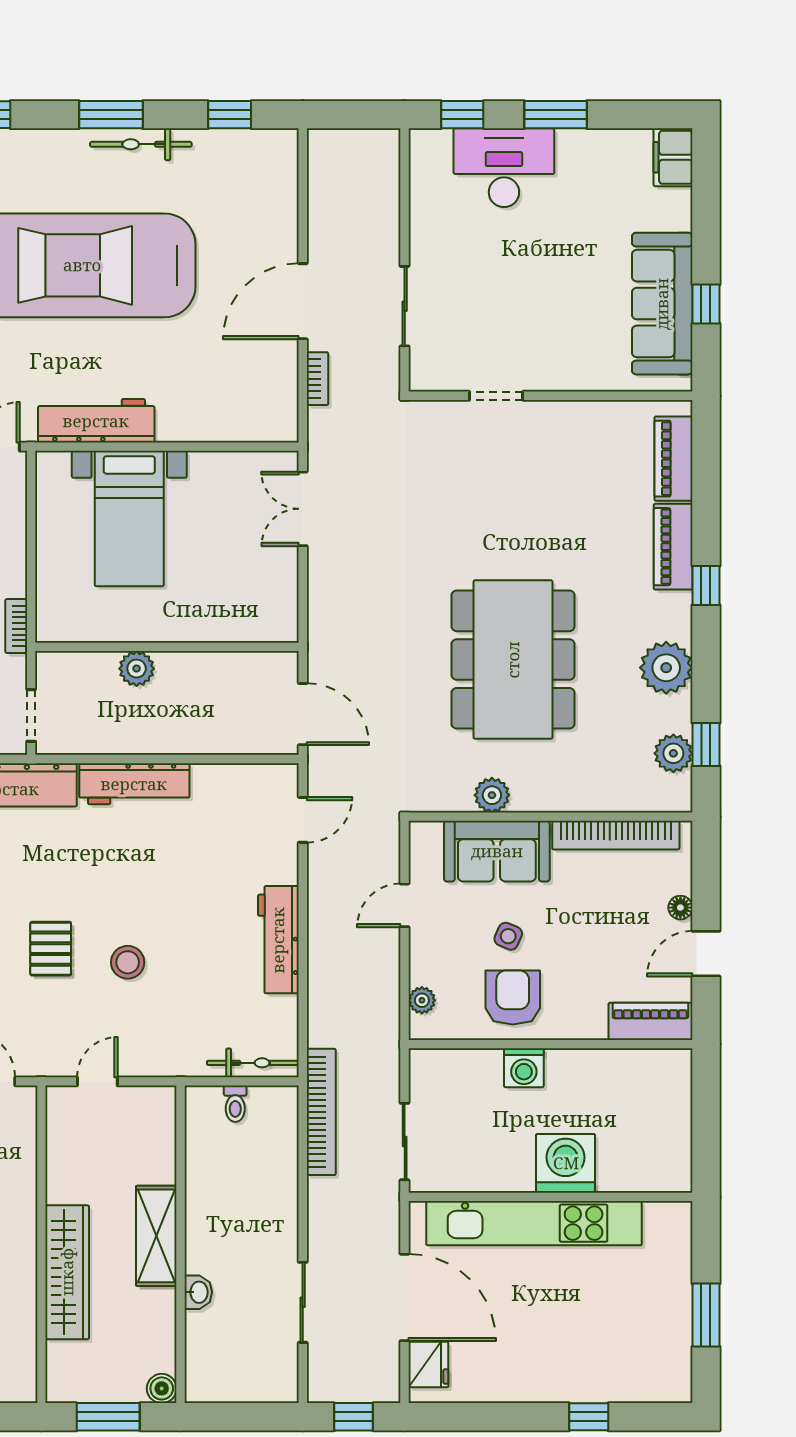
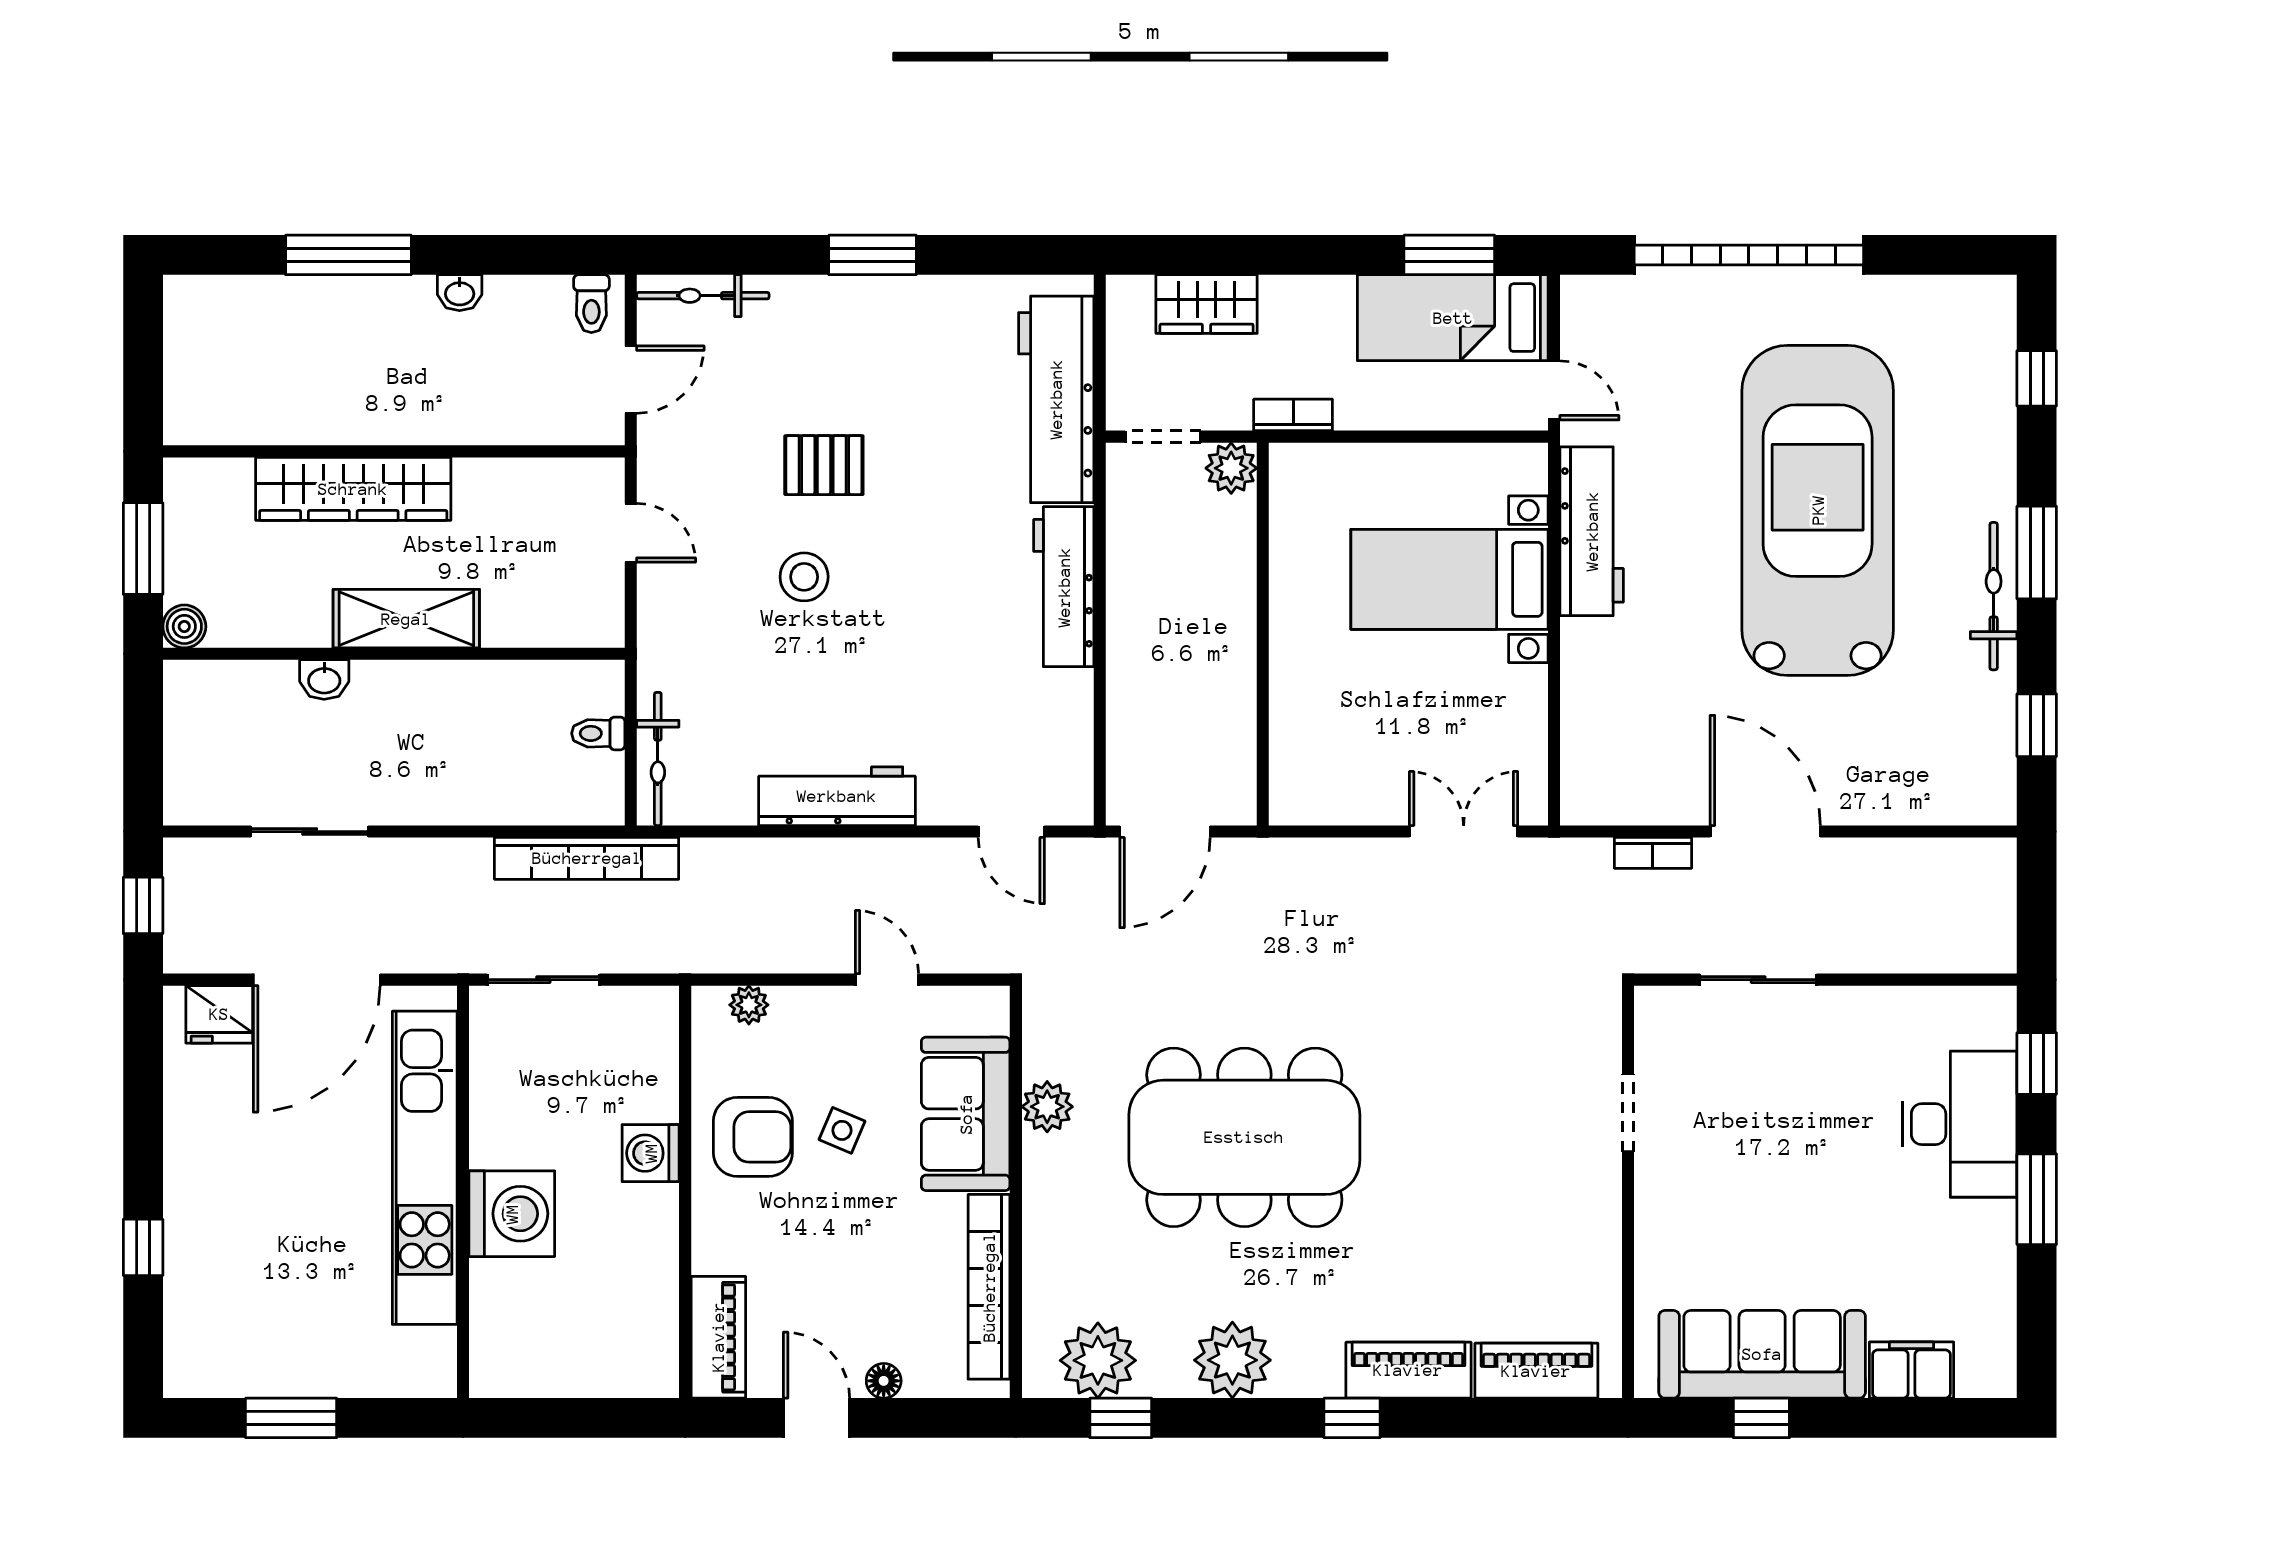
filing cabinet: (673, 157) -> (1912, 1370), moved
plant: (137, 669) -> (1231, 468), moved
plant: (673, 753) -> (1098, 1360), width x1.36, depth x1.36

